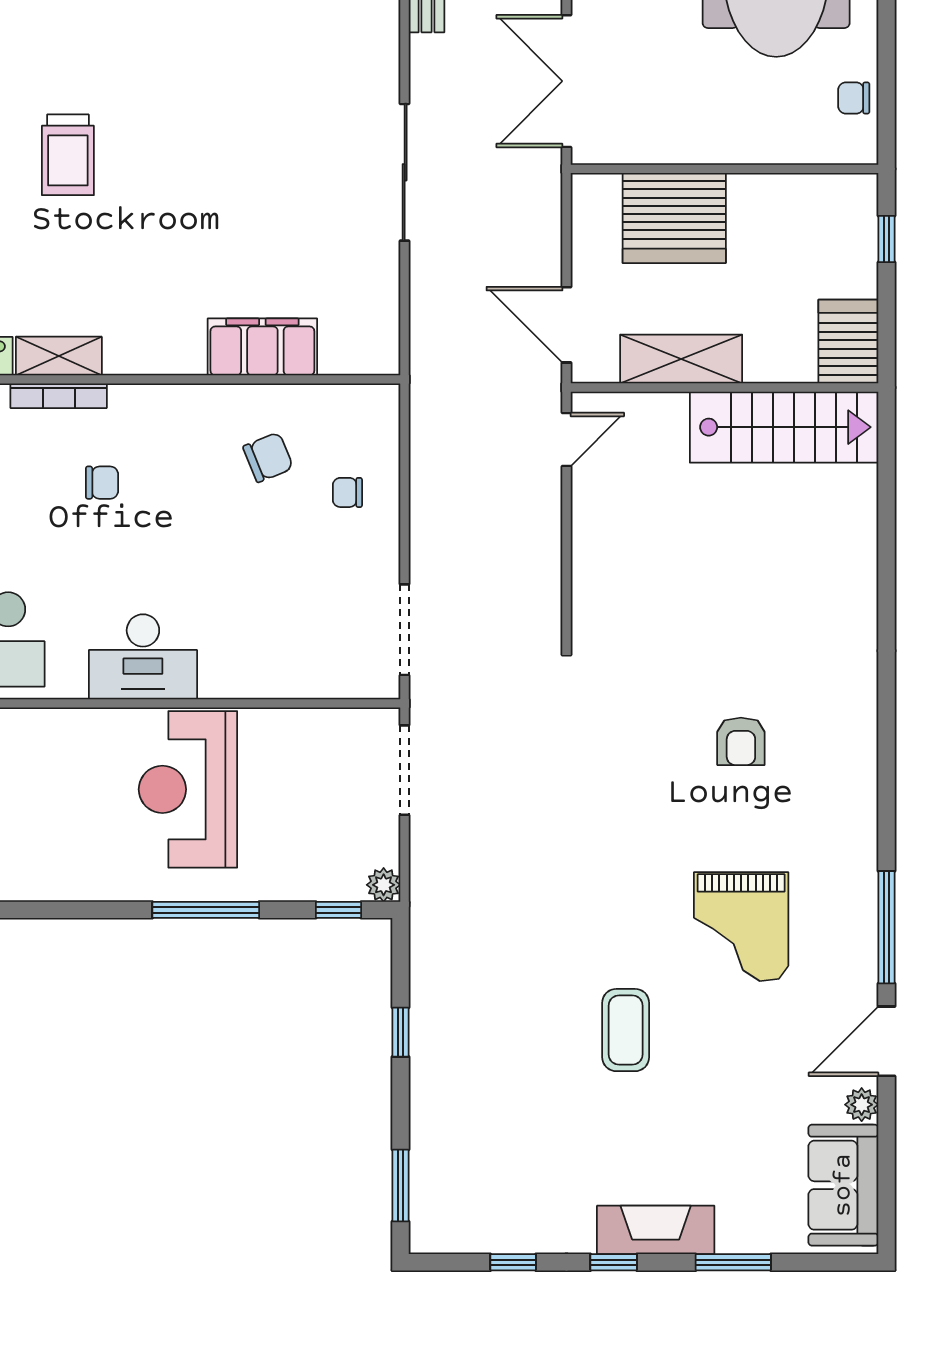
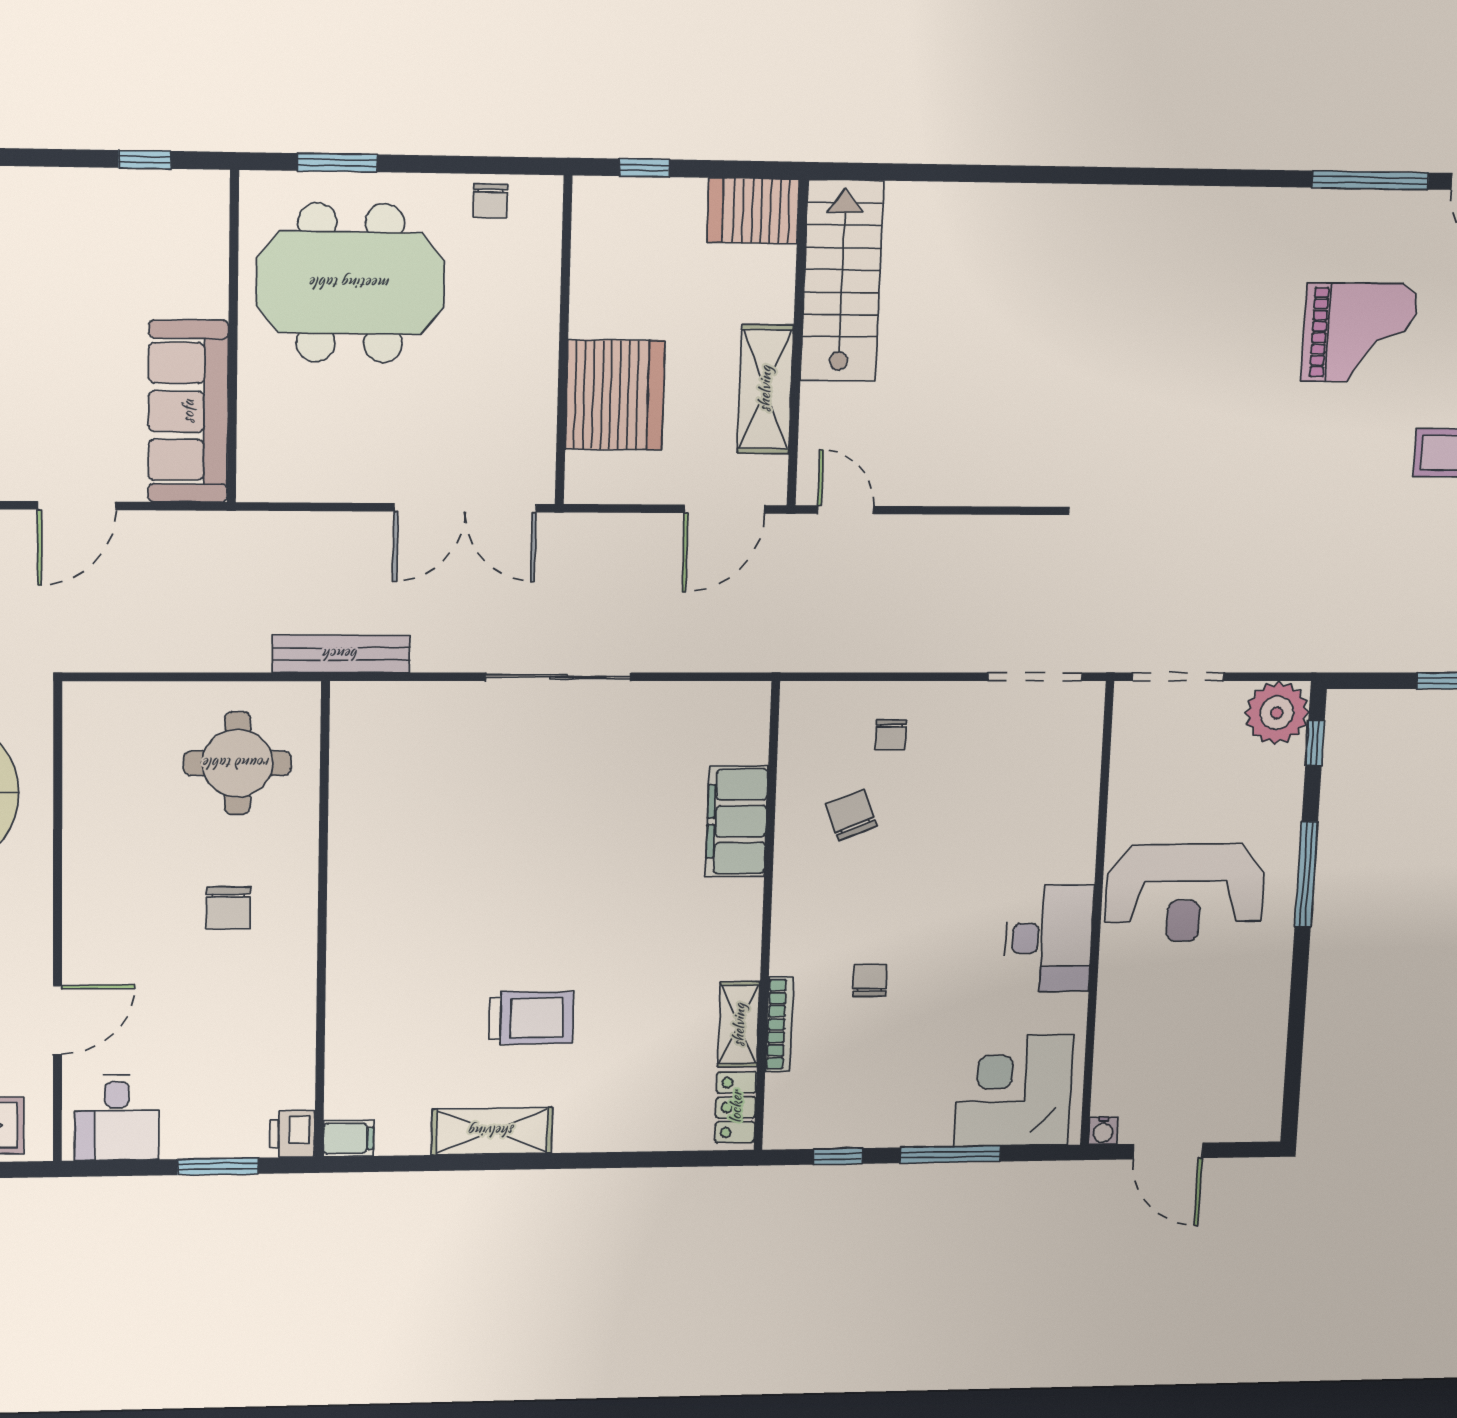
armchair: (741, 741) -> (1169, 330), removed
plant: (384, 885) -> (1277, 713), width x1.88, depth x1.88

